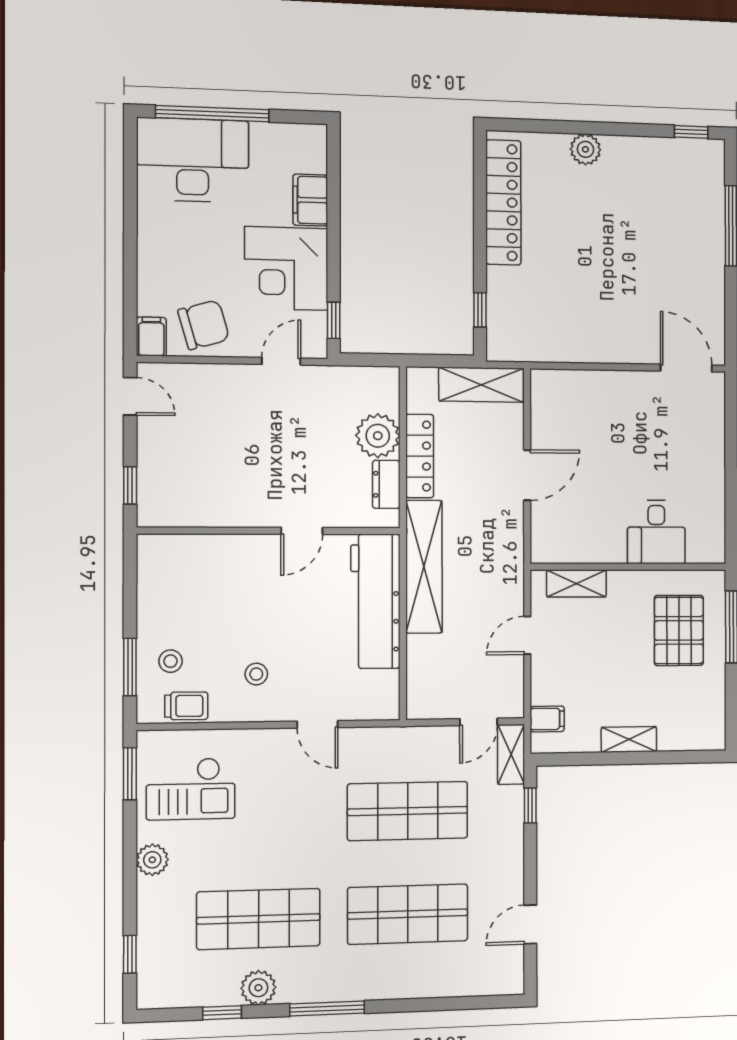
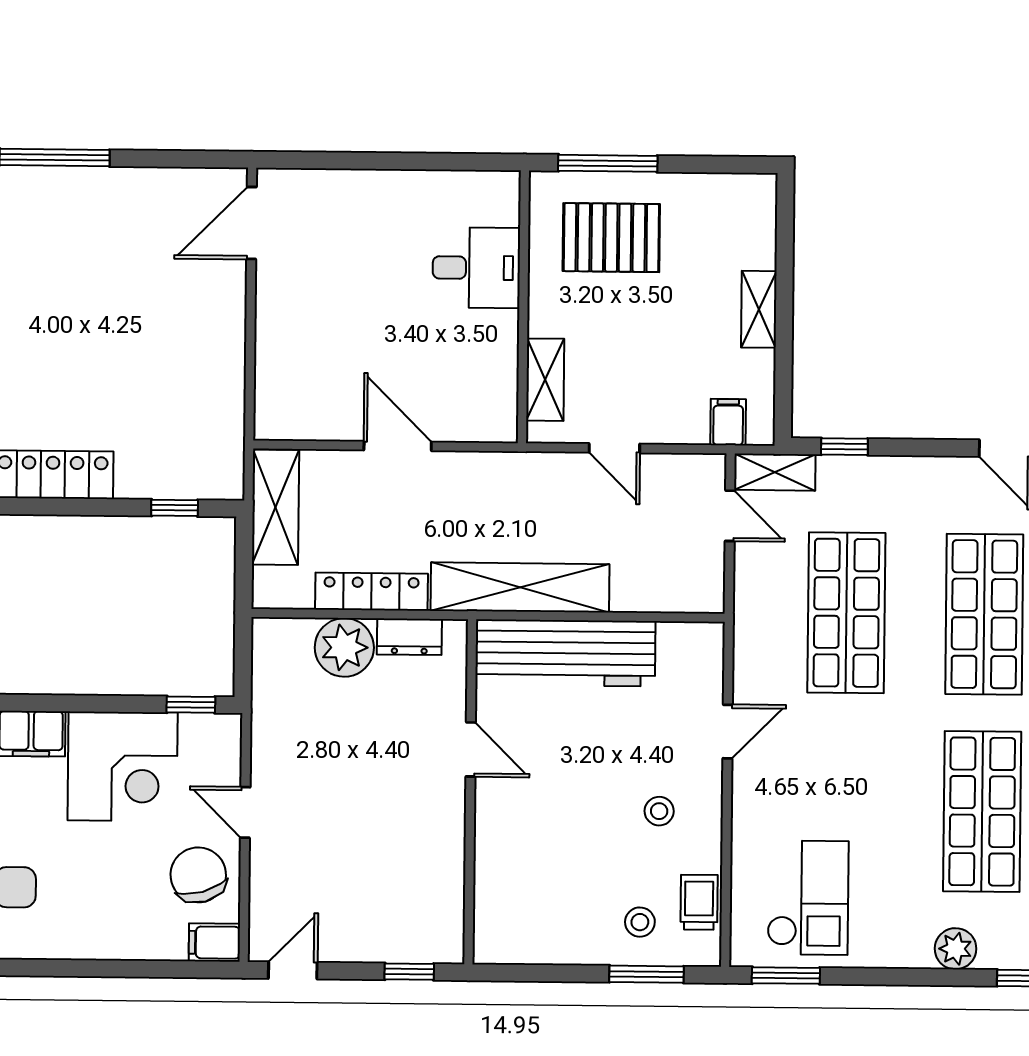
door: (281, 361) -> (245, 812), moved
plant: (152, 860) -> (956, 949), moved

